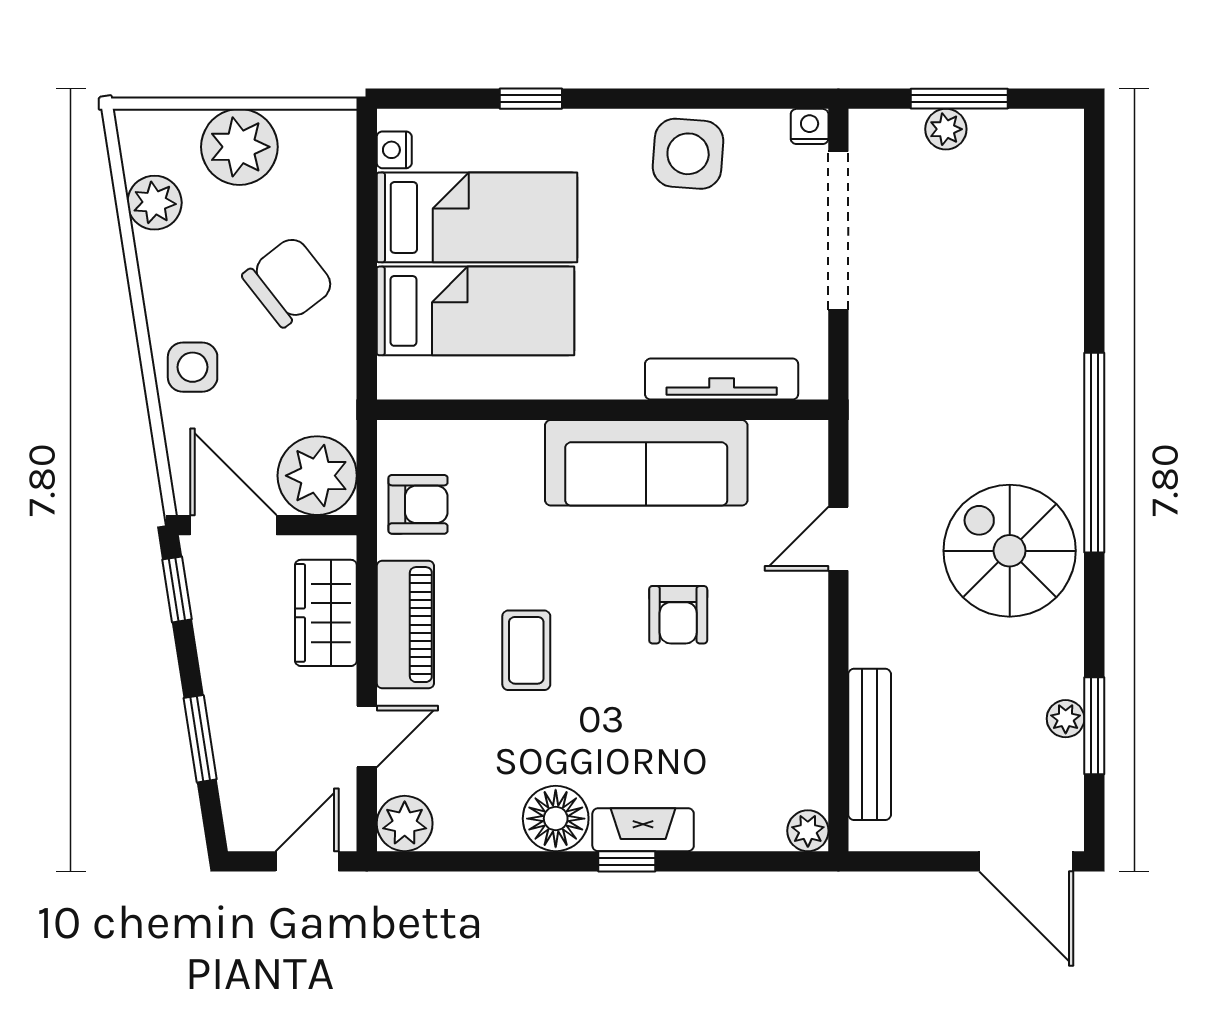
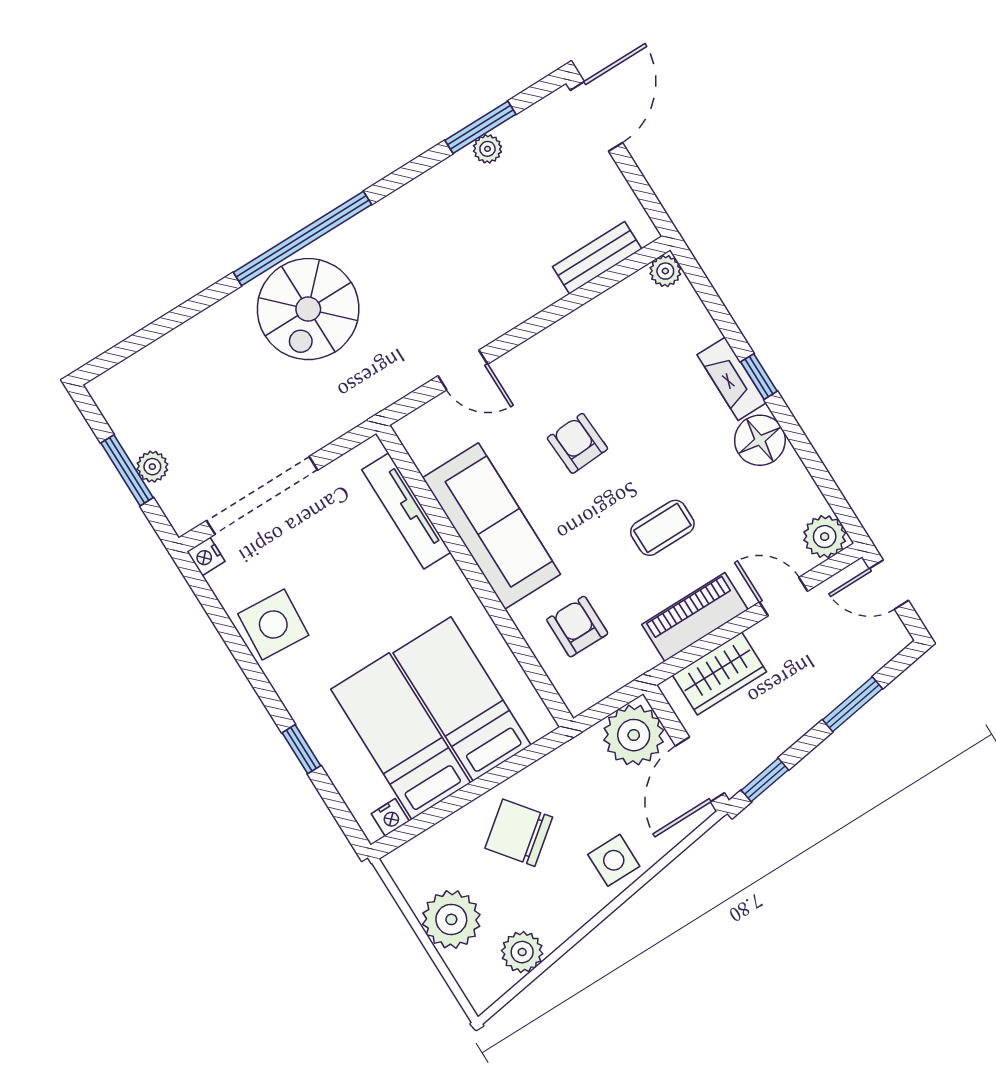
armchair: (418, 504) -> (577, 627), moved
spiral stairs: (1010, 551) -> (308, 309), moved
armchair: (678, 615) -> (577, 443), turned -93
bench: (870, 744) -> (597, 258), width x0.73

